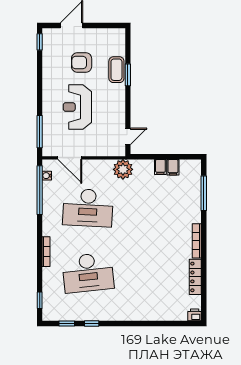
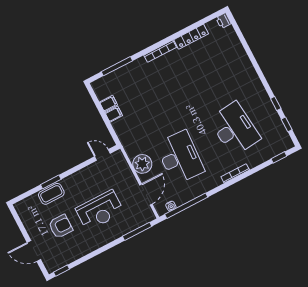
armchair: (82, 63) -> (61, 226), turned -90
plant: (123, 169) -> (142, 164), moved

